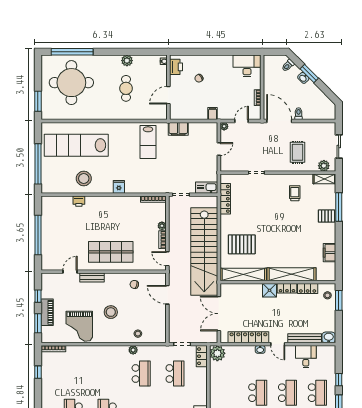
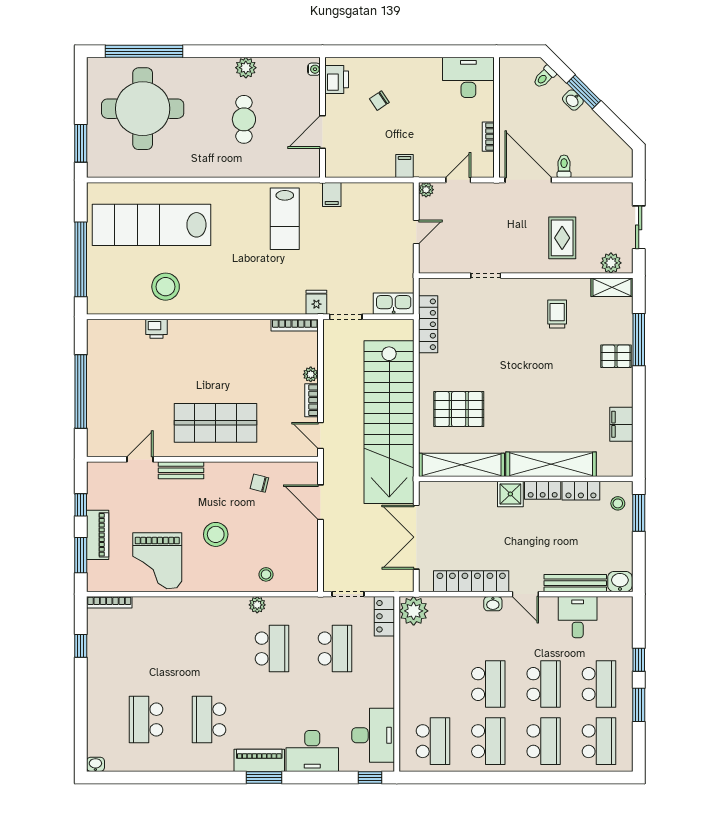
filing cabinet: (178, 129) -> (332, 194), width x0.50
fridge: (119, 187) -> (316, 302), moved

